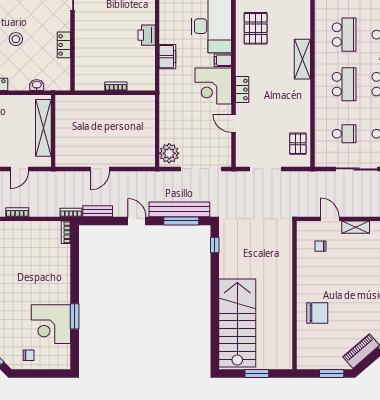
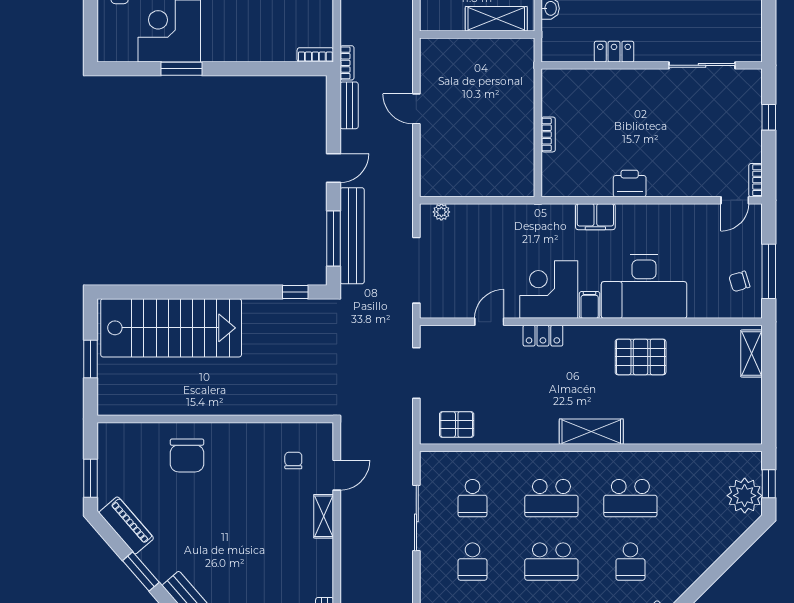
shelving: (43, 128) -> (496, 19), width x0.68
plant: (169, 153) -> (441, 212), width x0.53, depth x0.53

